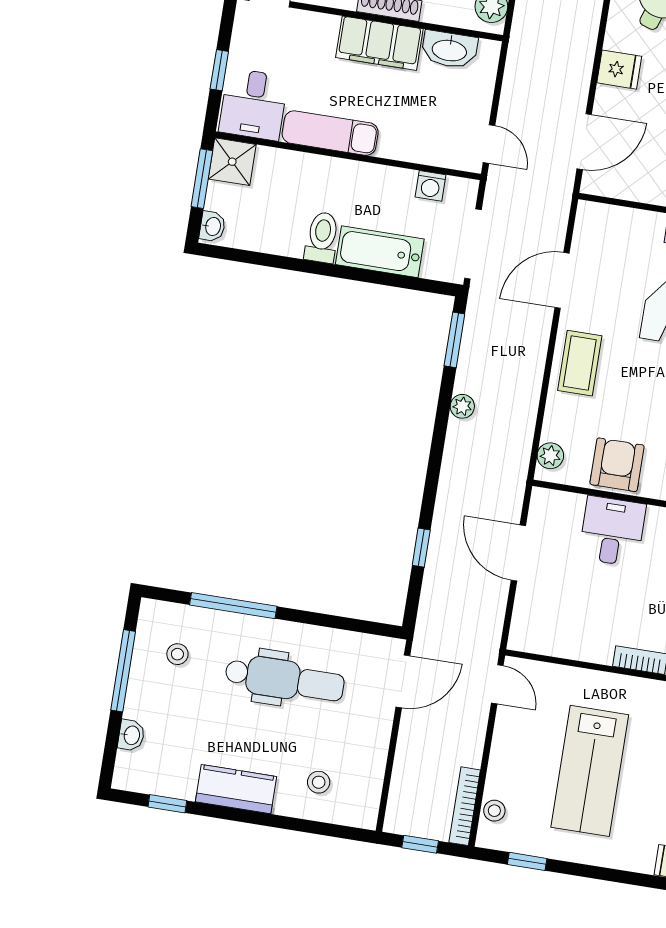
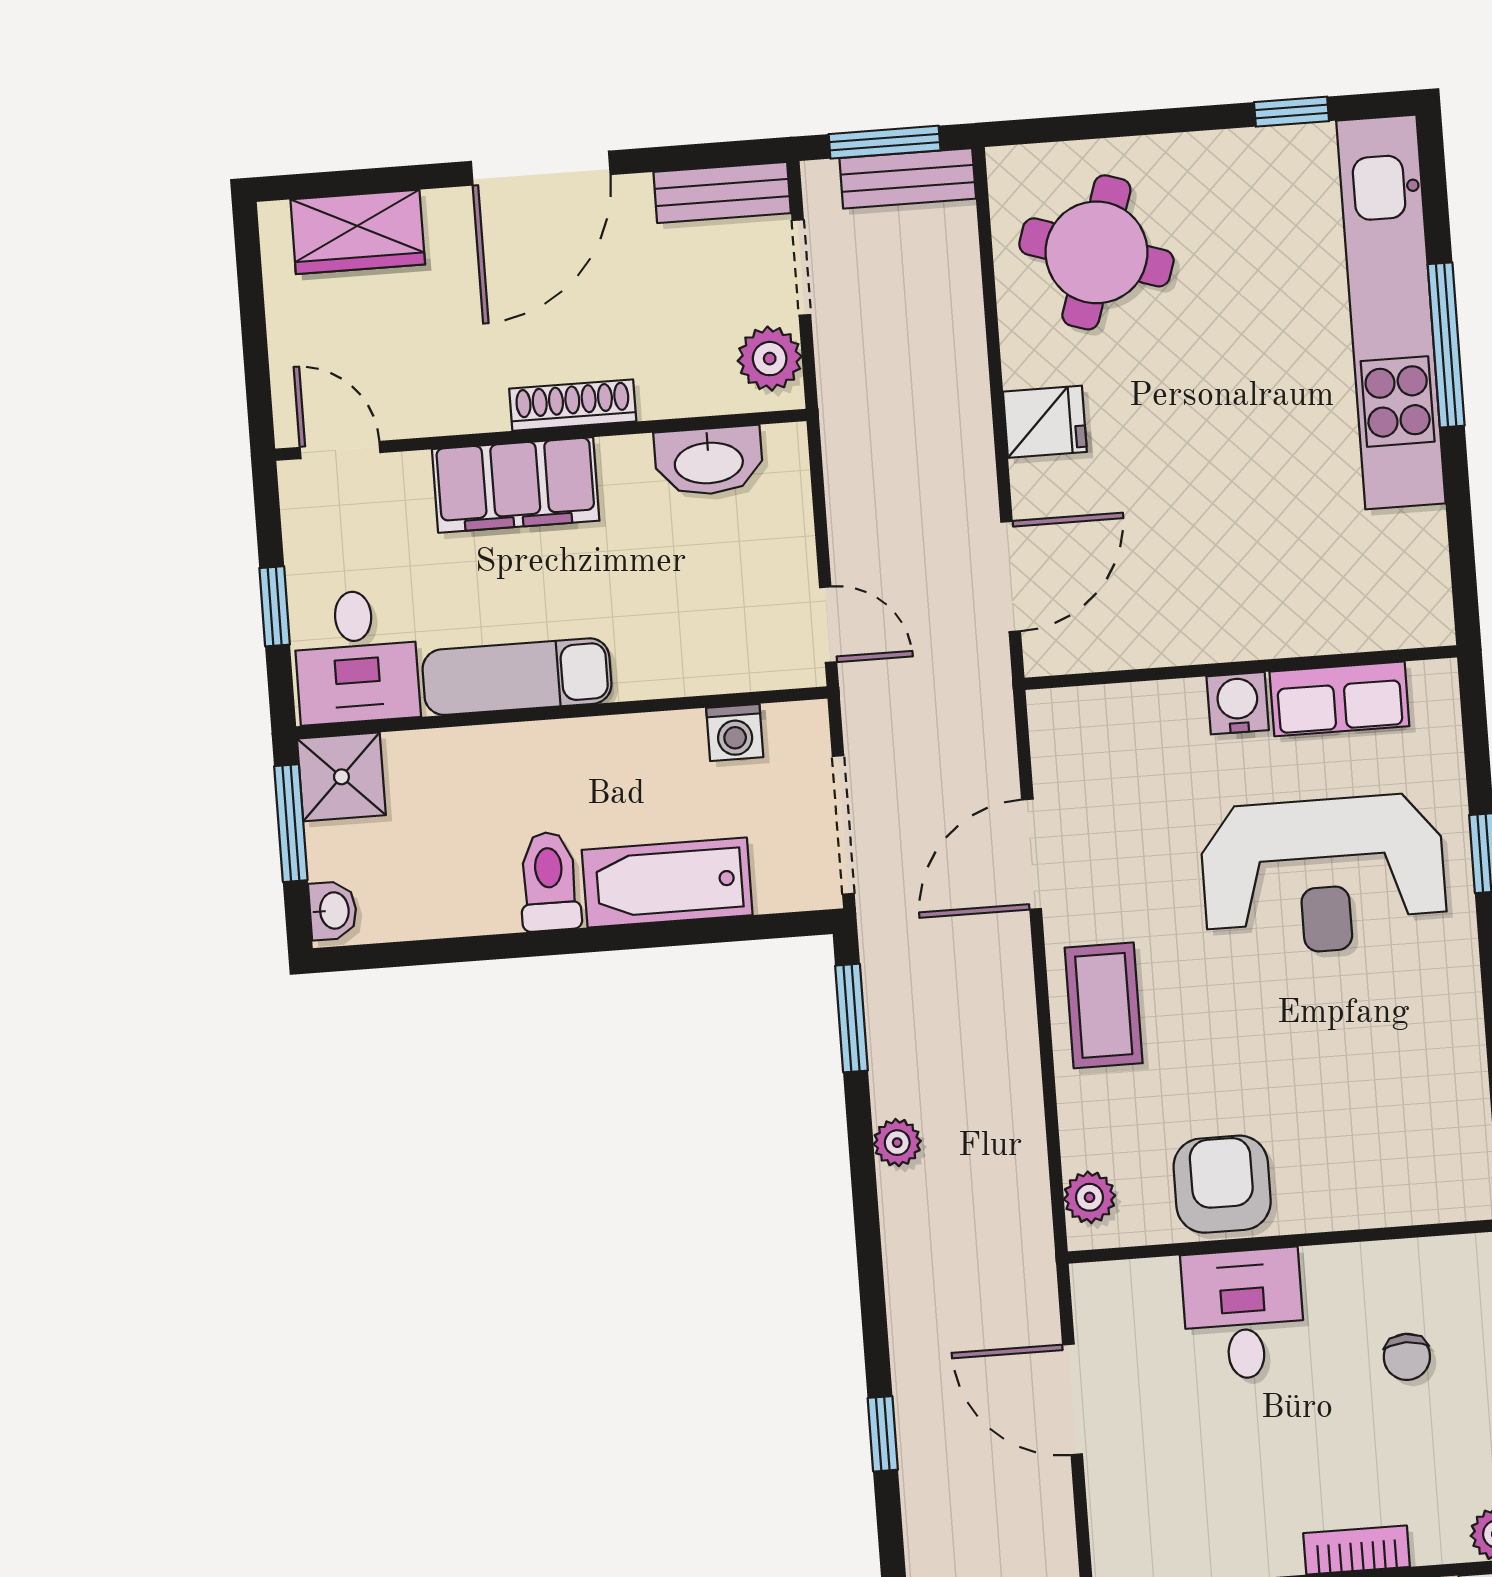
filing cabinet: (379, 43) -> (516, 485), moved

